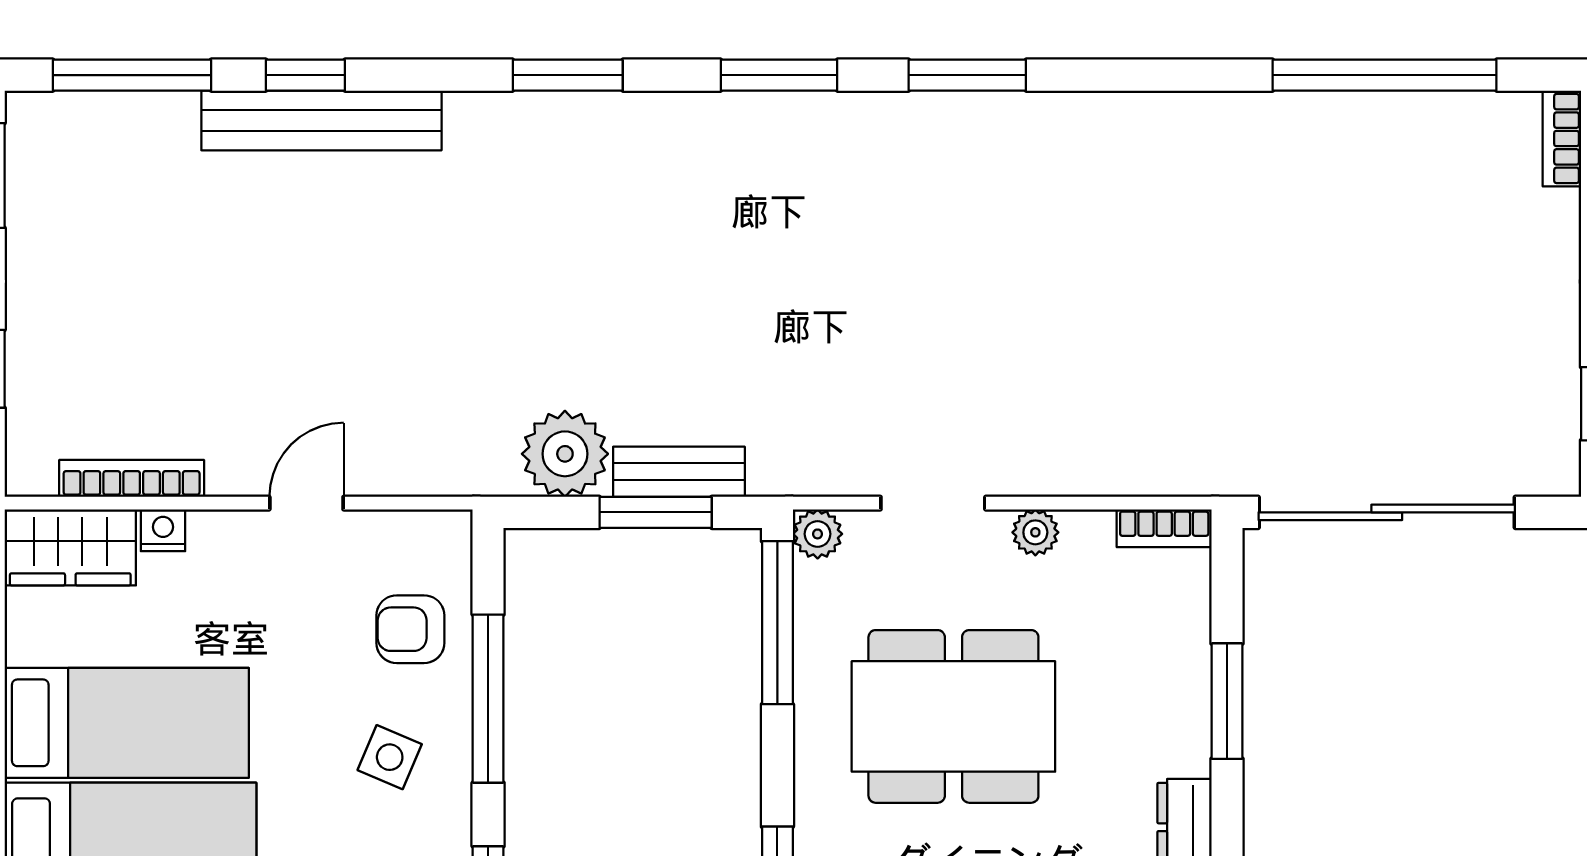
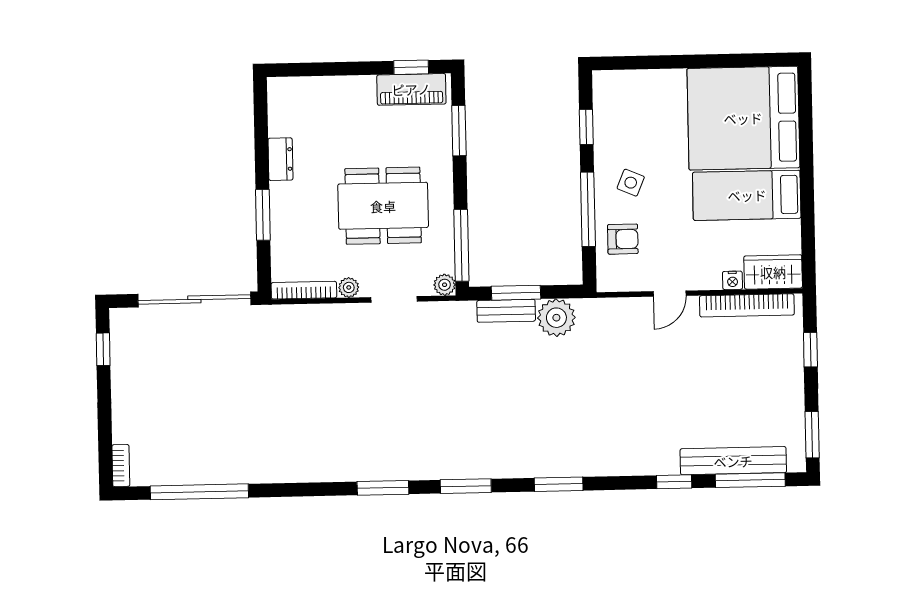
bench: (321, 120) -> (733, 461), moved
bookcase: (132, 478) -> (747, 305), width x1.48, depth x1.31
bookcase: (1164, 528) -> (304, 290), width x1.56

